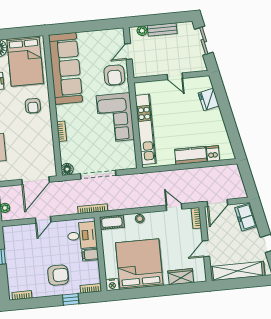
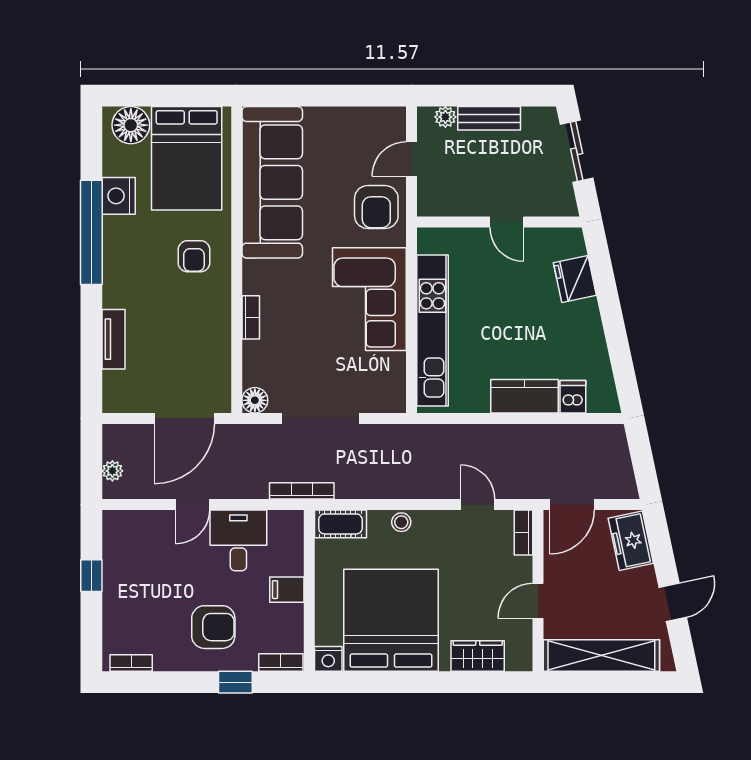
desk: (82, 235) -> (238, 540), moved, turned -90

